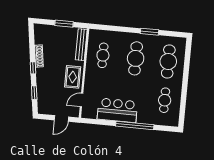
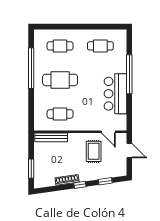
window: (64, 24) -> (31, 169), moved
window: (150, 32) -> (31, 68), width x2.11
cafe table: (168, 61) -> (60, 46), width x0.73, depth x0.74
rug: (73, 77) -> (94, 151), moved, turned 90

